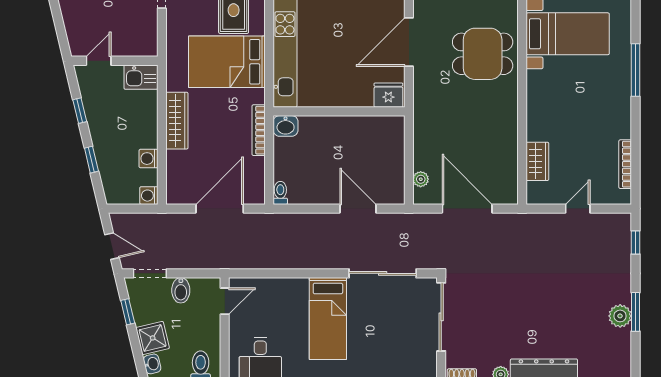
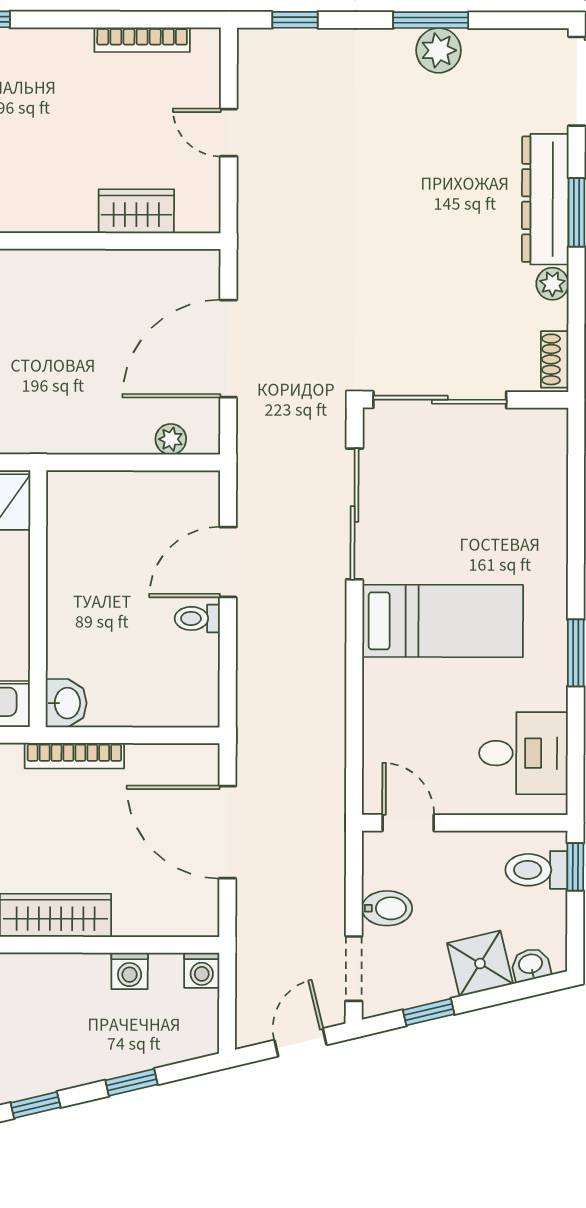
toilet: (280, 193) -> (197, 618), moved

